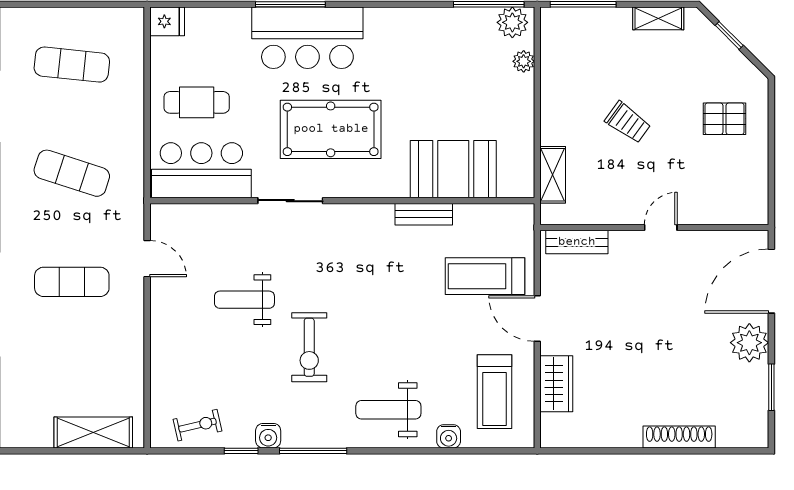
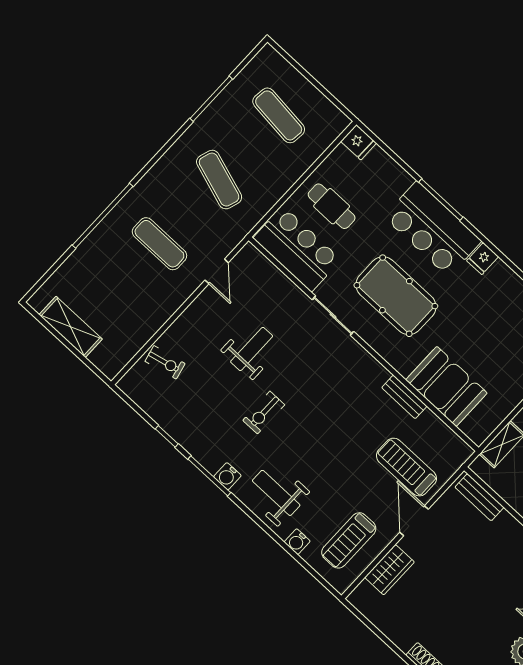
fridge: (378, 22) -> (483, 259), added
weight bench: (244, 300) -> (252, 349), turned 90
exercise bike: (309, 347) -> (264, 413), width x0.73, depth x0.72
exercise bike: (197, 425) -> (165, 362), moved
shelving: (93, 432) -> (71, 327), moved
water cooler: (268, 436) -> (227, 476), moved

